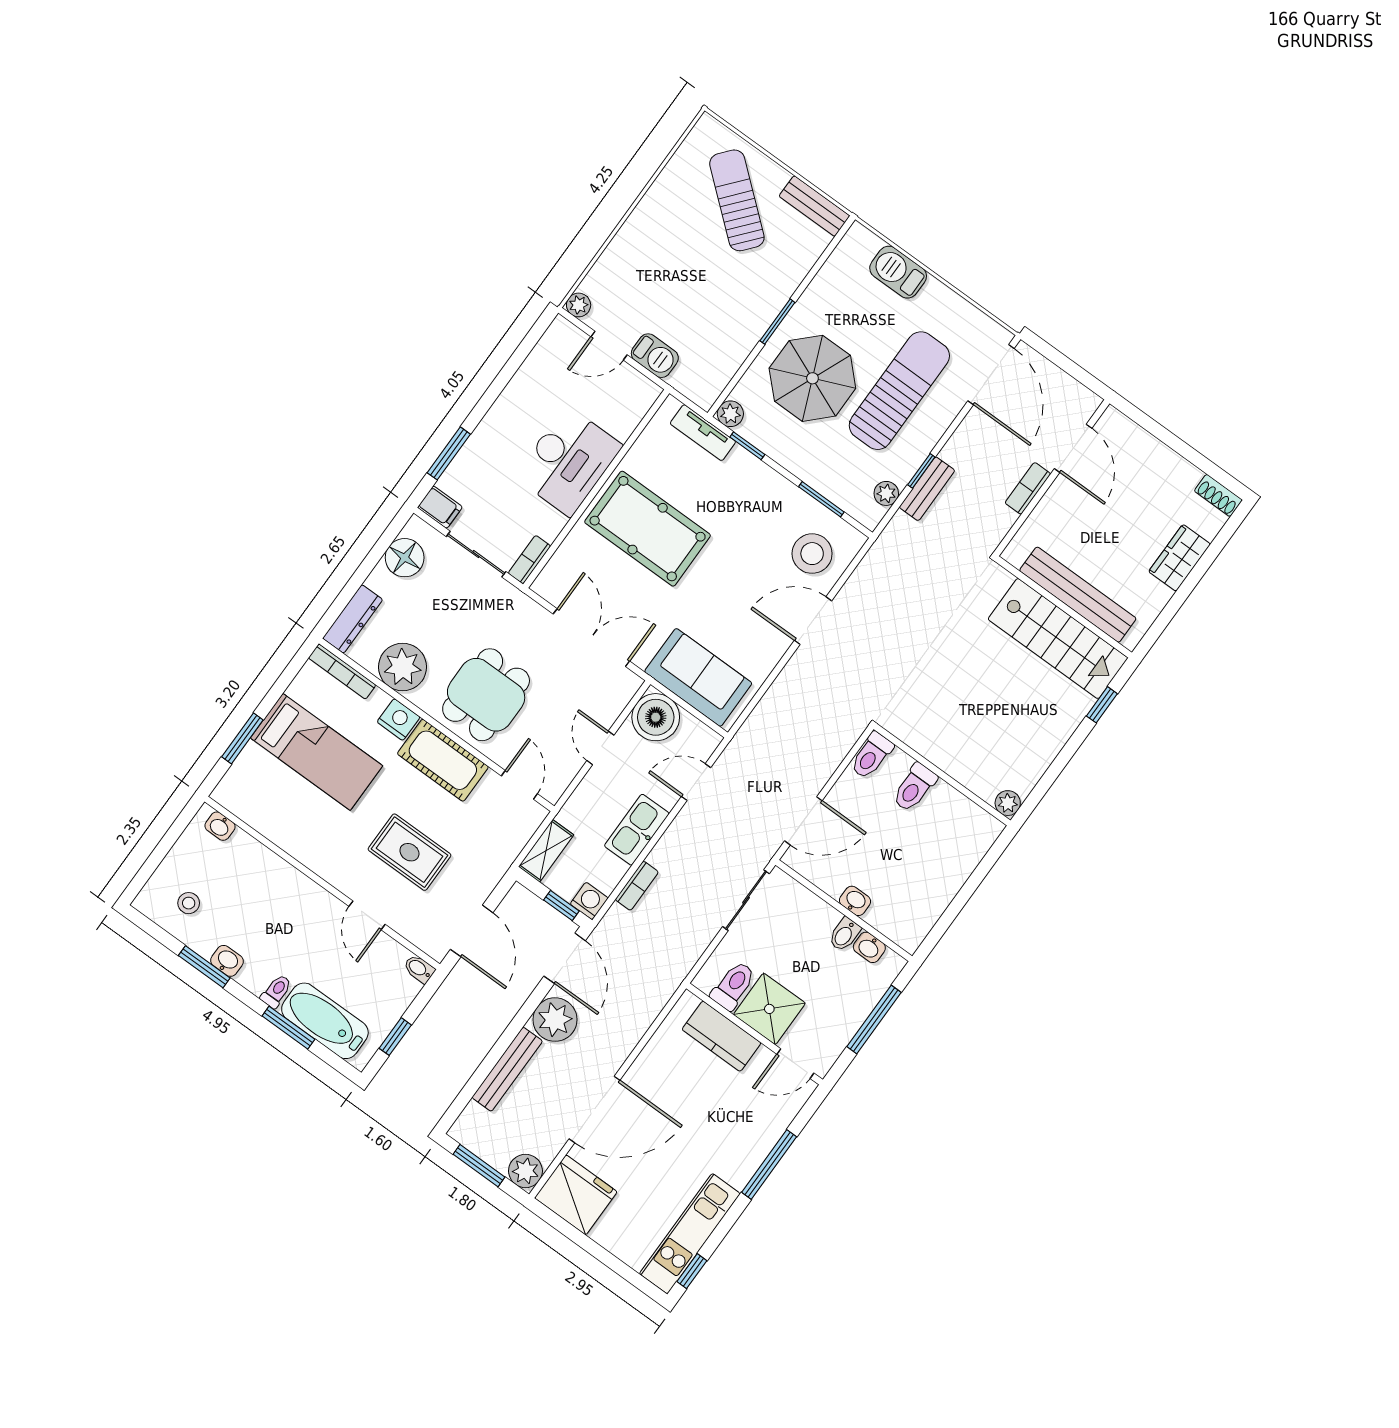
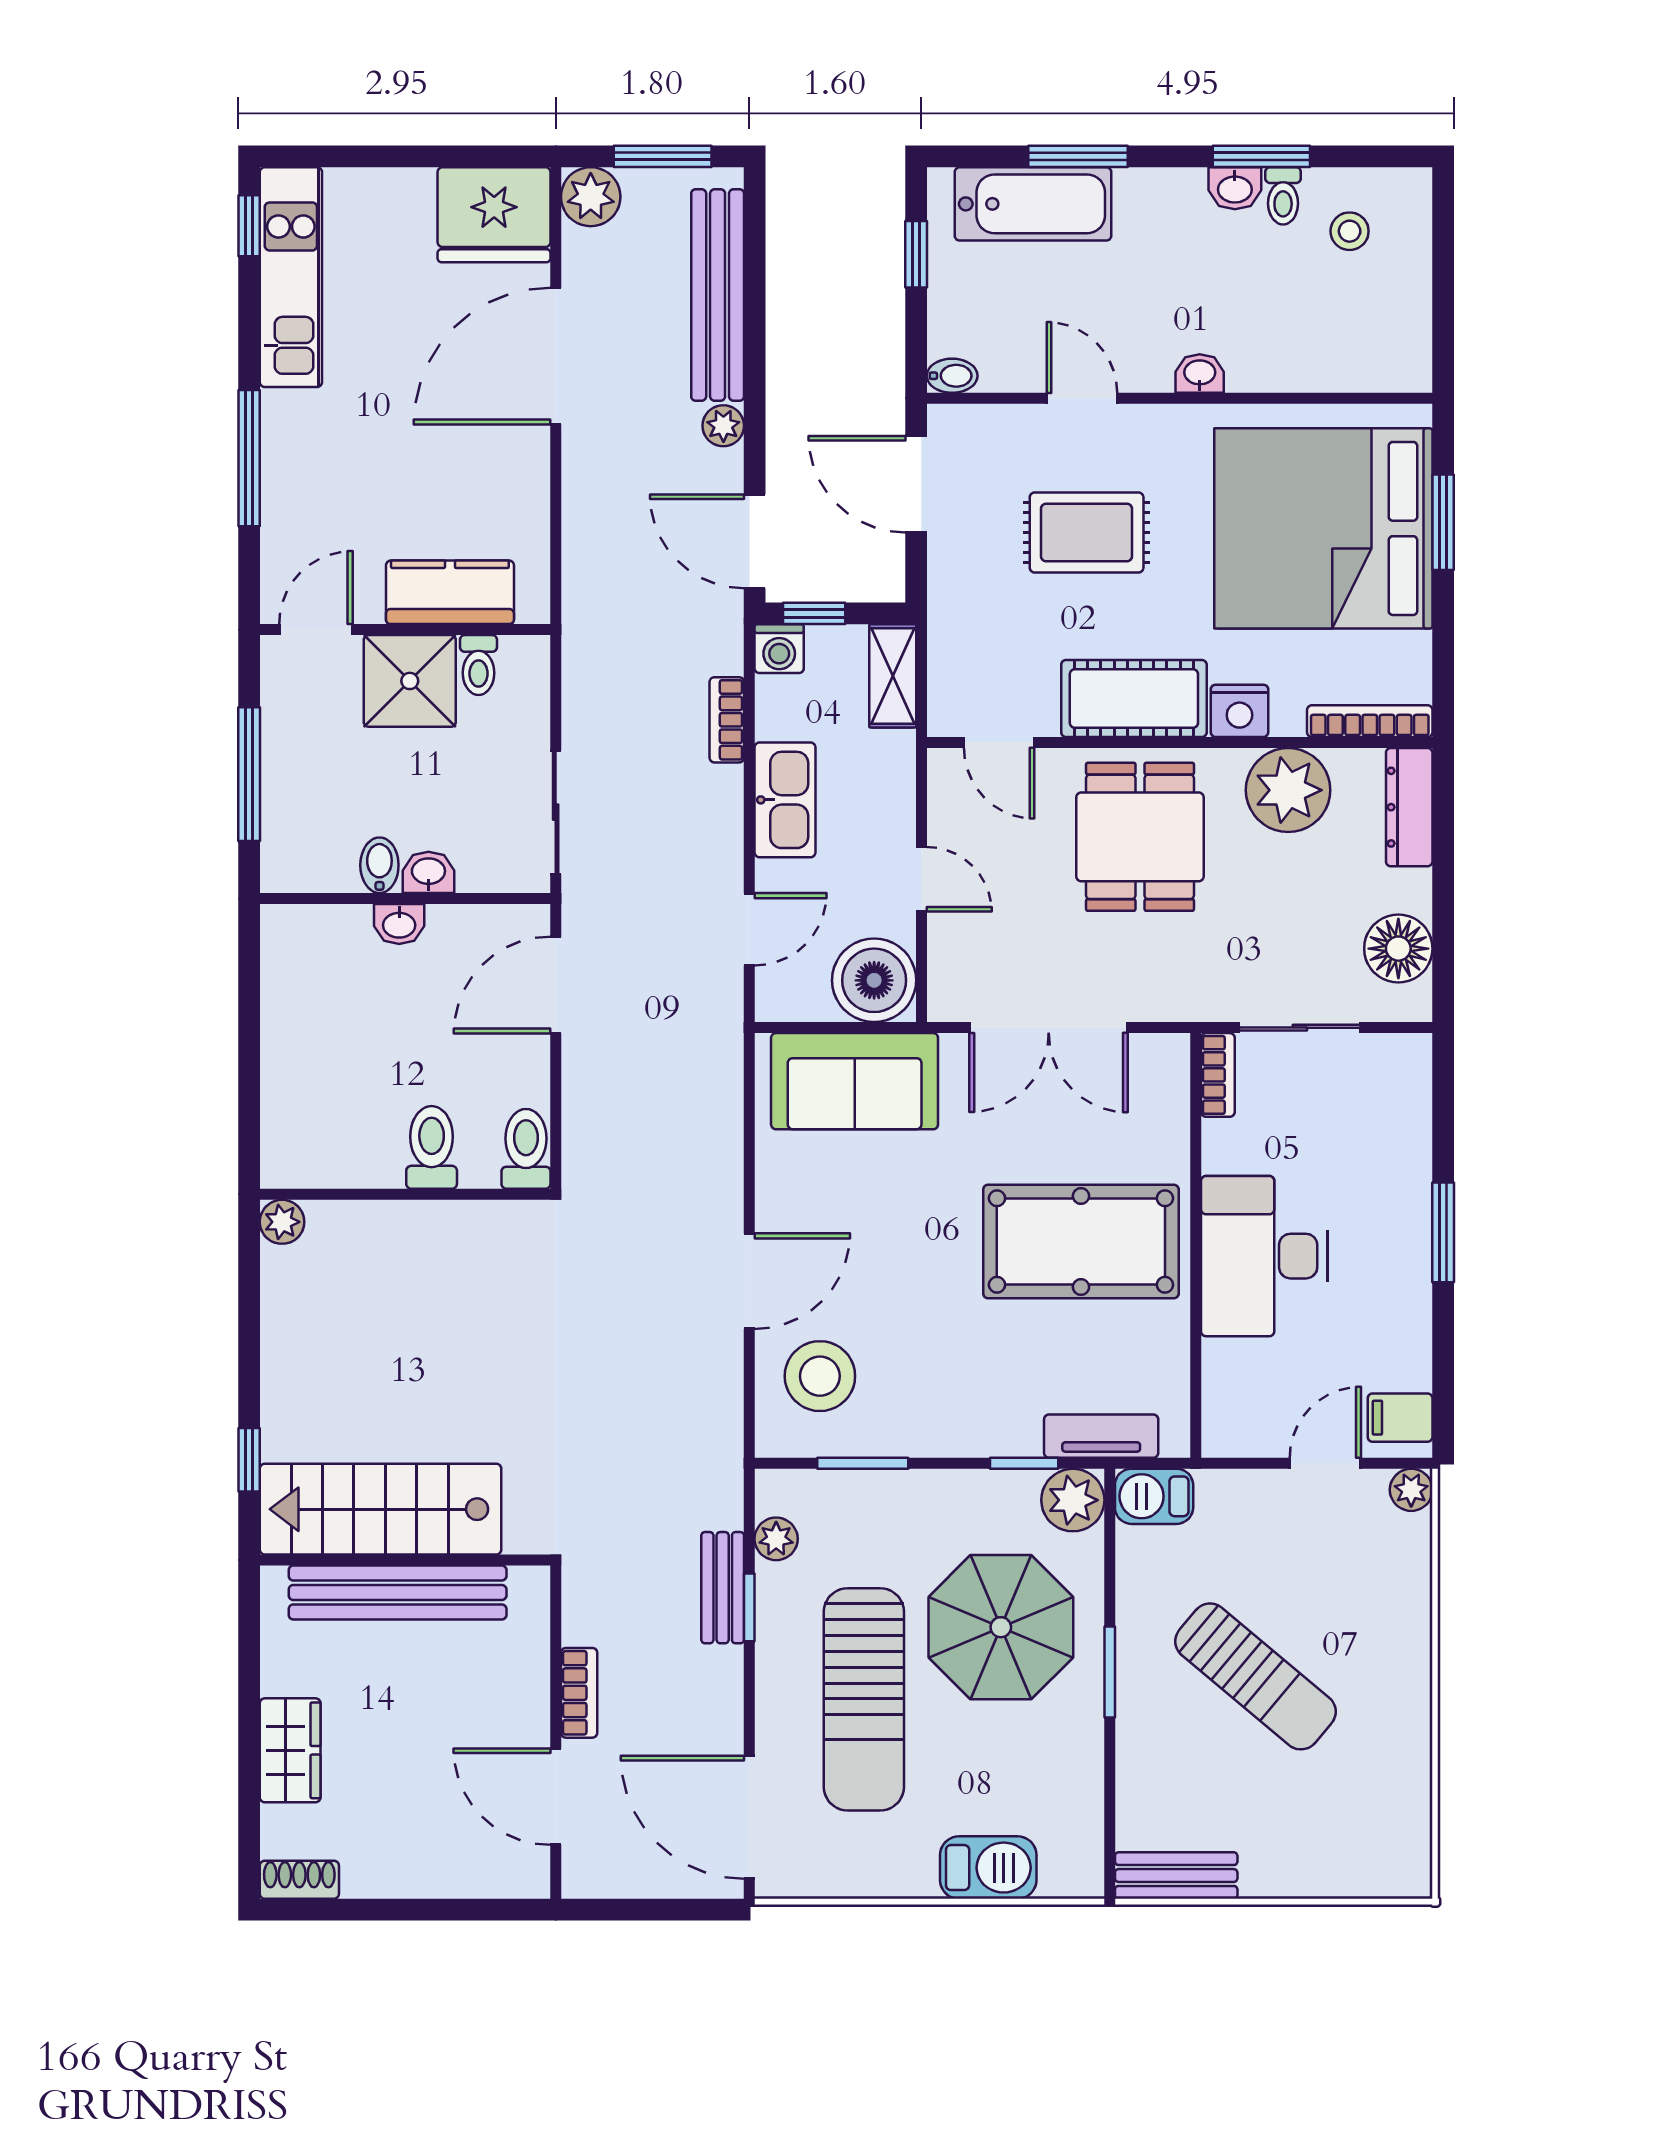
sun lounger: (737, 200) -> (1255, 1676), moved
barbecue: (655, 356) -> (1154, 1496), moved
plant: (730, 414) -> (1073, 1500), width x1.38, depth x1.38
window: (449, 453) -> (1443, 1232), moved
filing cabinet: (440, 507) -> (1400, 1418), moved
bed: (316, 752) -> (1323, 528), width x2.04
washbasin: (220, 826) -> (1200, 374), moved
washbasin: (869, 947) -> (428, 872), moved
toilet: (733, 986) -> (478, 665), width x0.73, depth x0.72
toilet: (276, 991) -> (1283, 196), moved
plant: (555, 1020) -> (723, 426), width x0.53, depth x0.53
bench: (507, 1069) -> (718, 295), width x1.37, depth x1.21

